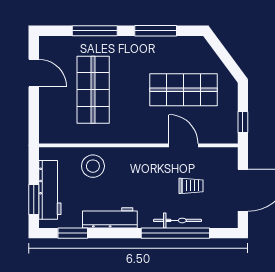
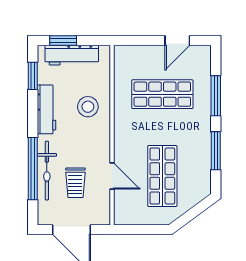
window: (243, 122) -> (133, 230), removed
door: (183, 145) -> (112, 176), hinge flipped
stool: (93, 166) -> (88, 107), moved
trolley: (191, 186) -> (75, 183), width x1.36, depth x1.39
bicycle: (177, 220) -> (47, 171), width x1.37, depth x1.40

